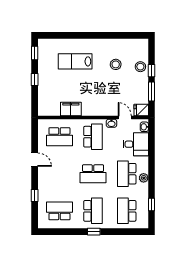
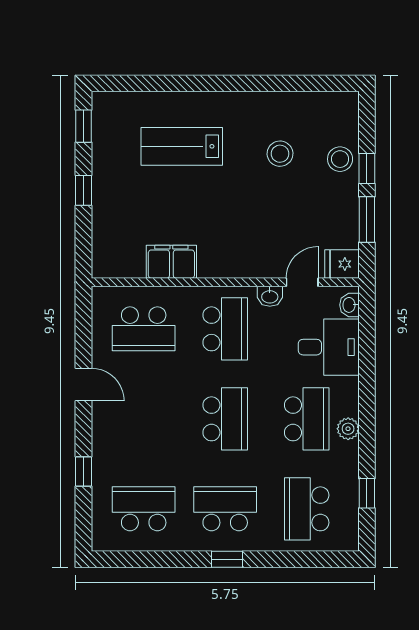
door: (125, 117) -> (302, 282), hinge flipped
school desk: (93, 174) -> (225, 419), turned -90
school desk: (127, 174) -> (307, 419), turned 180
school desk: (93, 211) -> (225, 509), turned -90

